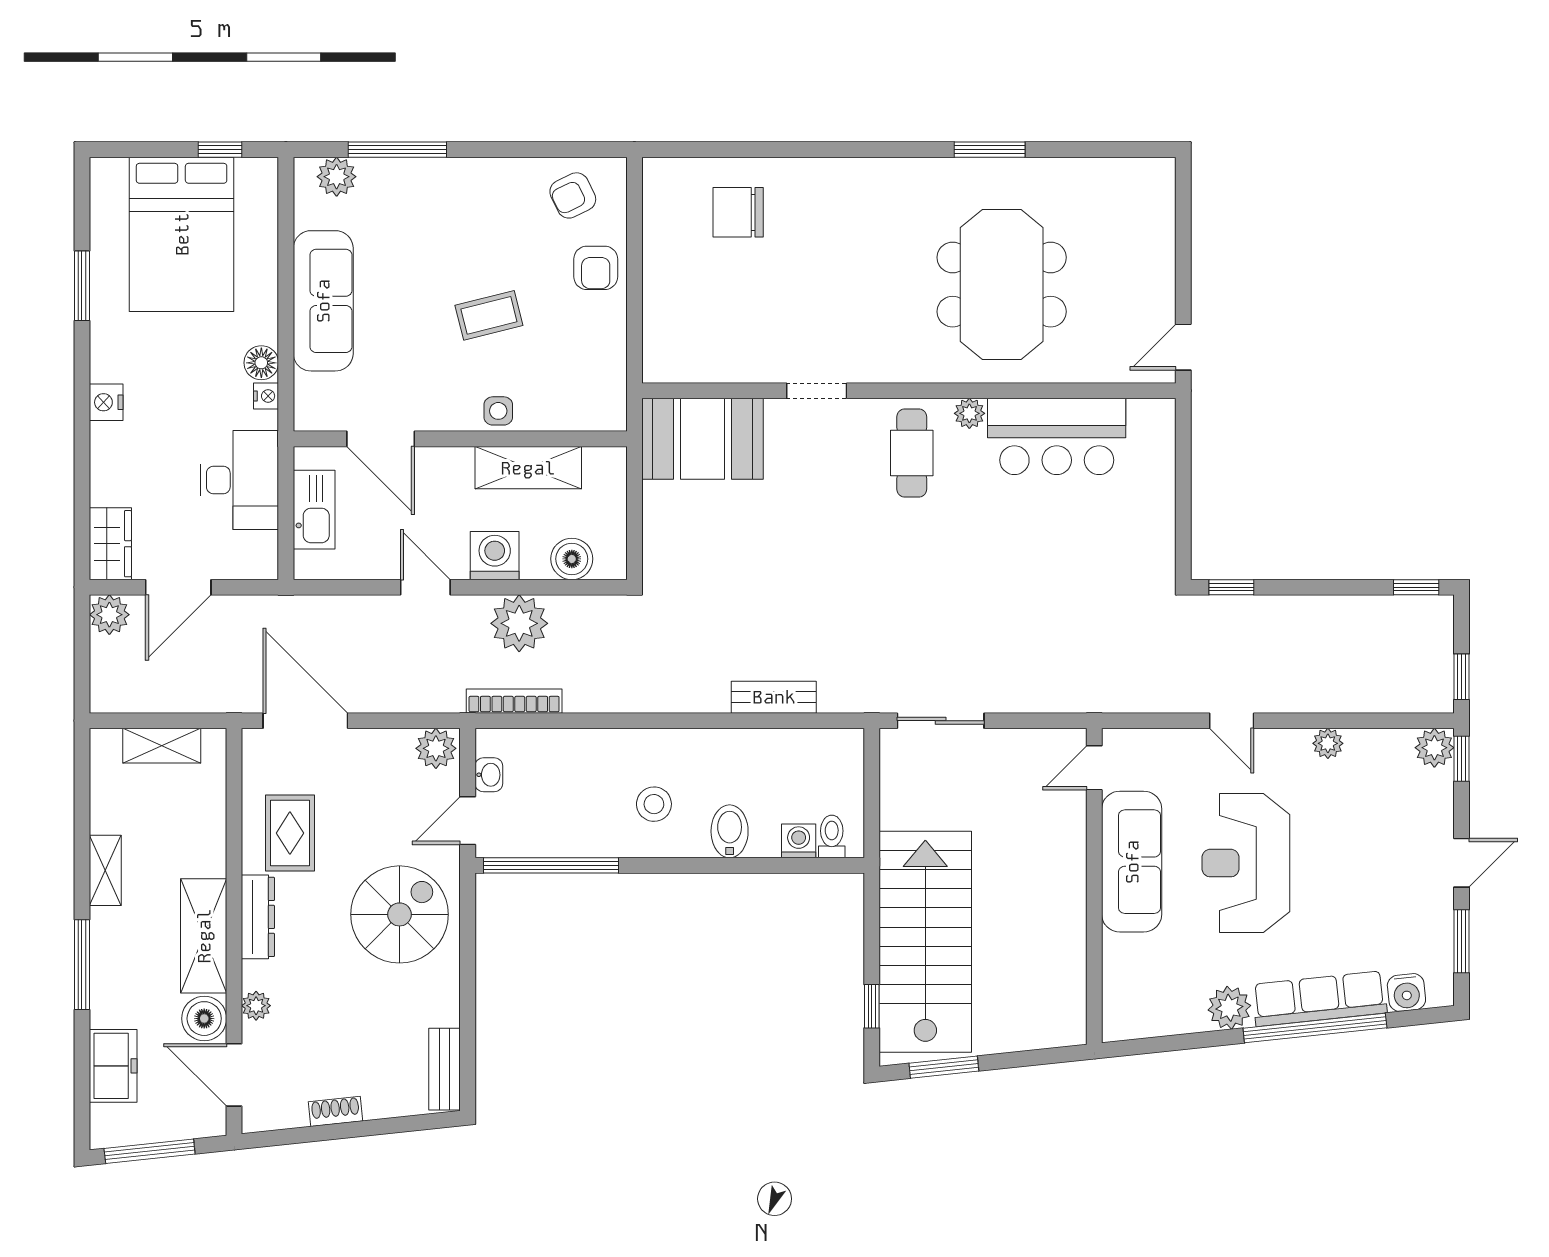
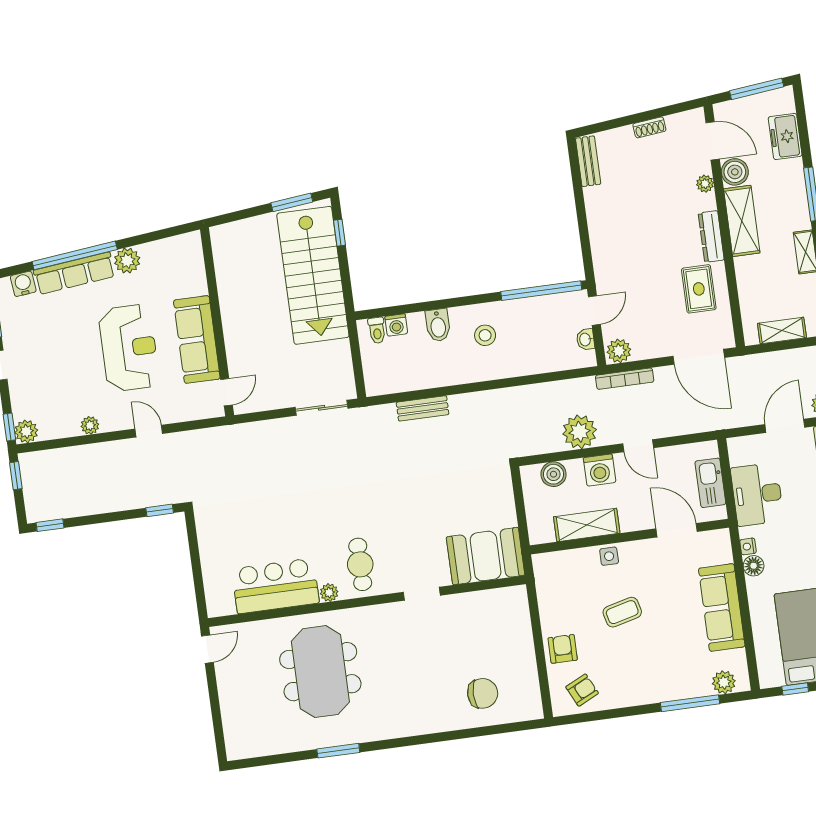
bookcase: (514, 701) -> (625, 379), moved
spiral stairs: (399, 914) -> (627, 249), removed

